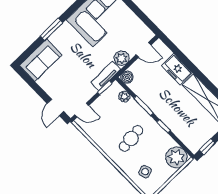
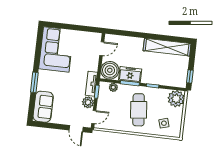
plant: (122, 58) -> (88, 102), moved
freezer: (177, 69) -> (130, 75), moved, turned 180
boiler: (127, 77) -> (110, 70), width x1.86, depth x1.86
cafe table: (131, 138) -> (139, 110), width x1.37, depth x1.35

